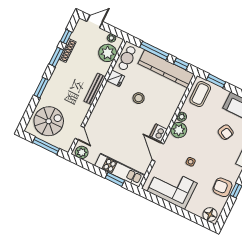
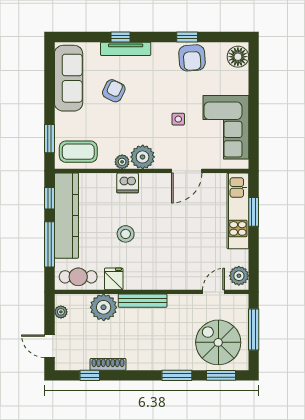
plant: (108, 53) -> (104, 307), moved
window: (56, 57) -> (221, 375), moved
dishwasher: (159, 133) -> (128, 183), moved

